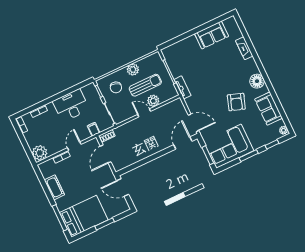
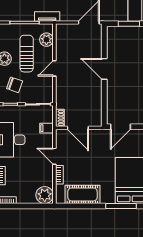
plant: (153, 101) -> (46, 40), moved
door: (183, 143) -> (104, 69), moved
cot: (54, 187) -> (82, 194), width x1.37, depth x1.34

